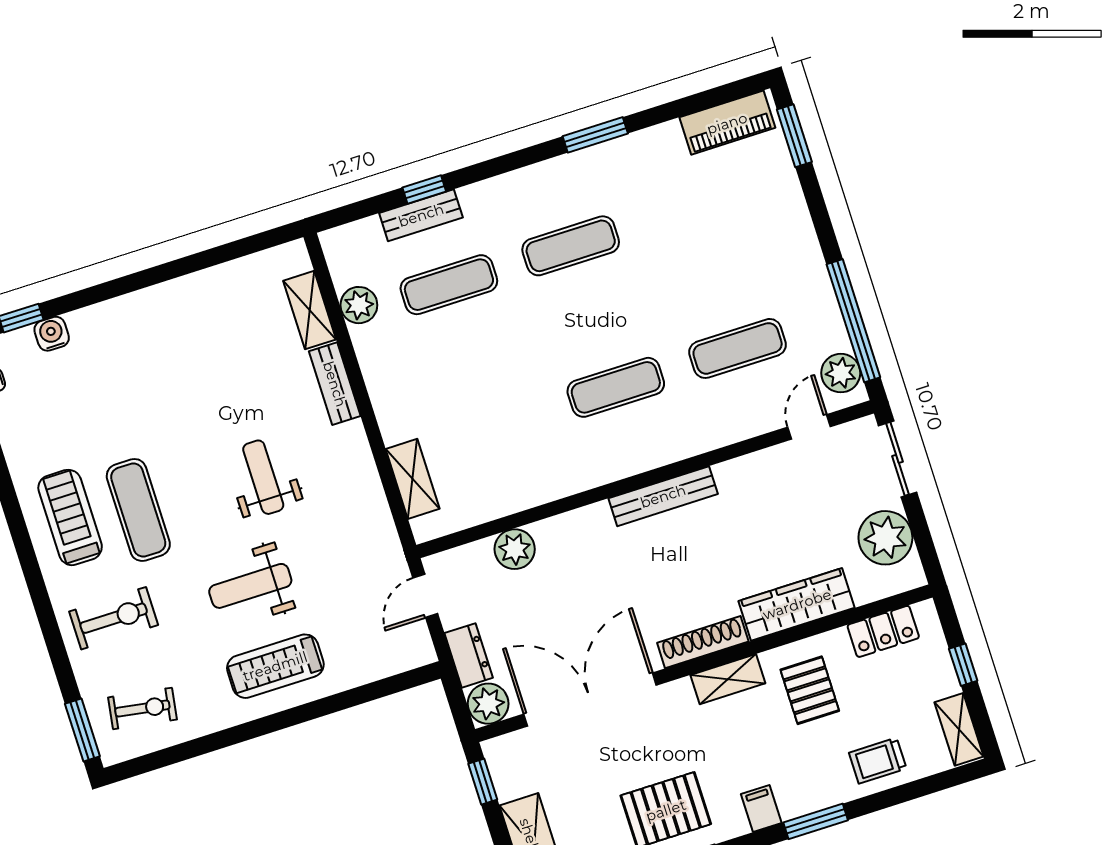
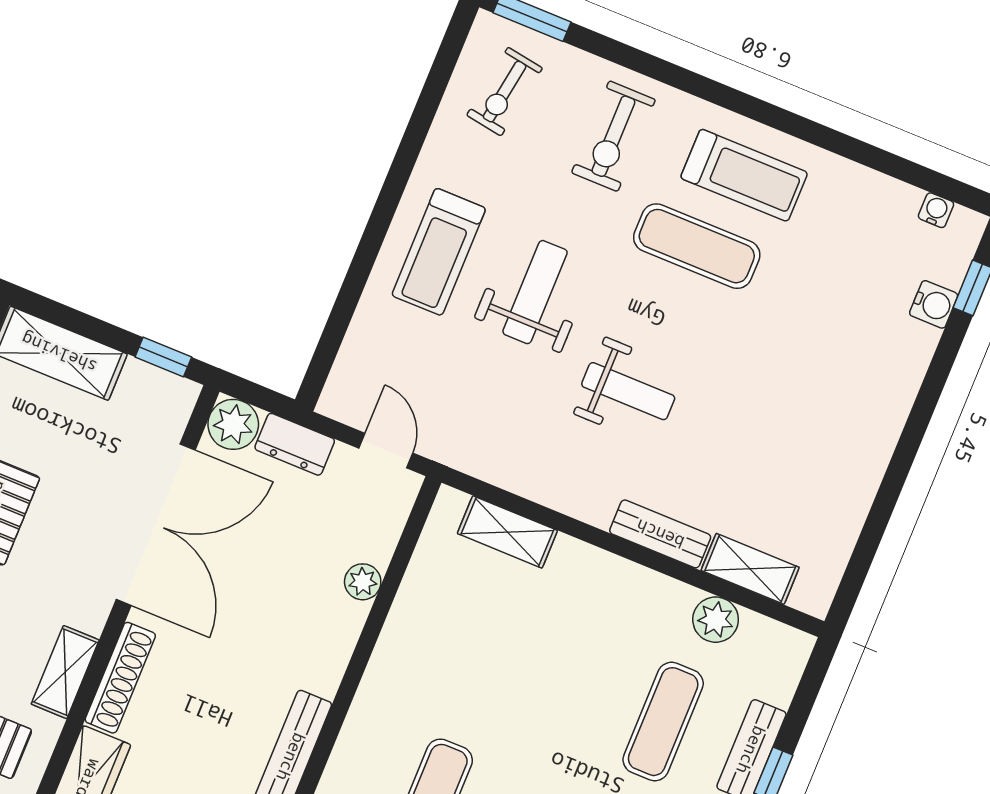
plant: (515, 549) -> (363, 582), width x0.73, depth x0.73
treadmill: (275, 666) -> (439, 252), turned 180

